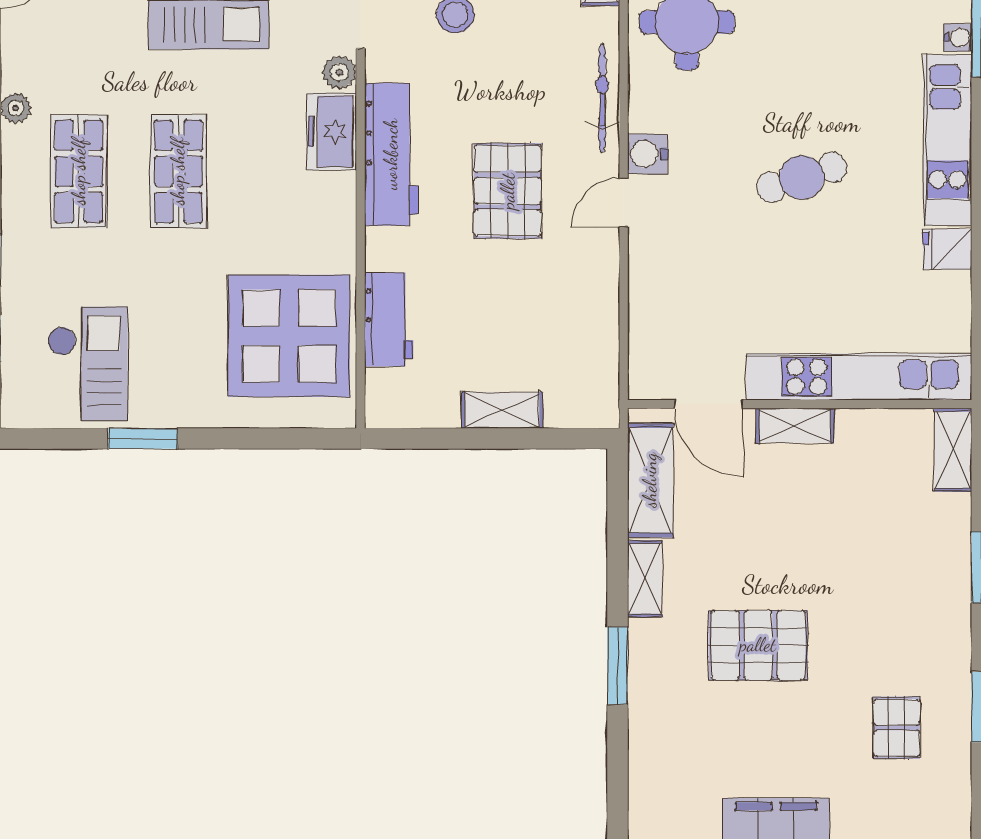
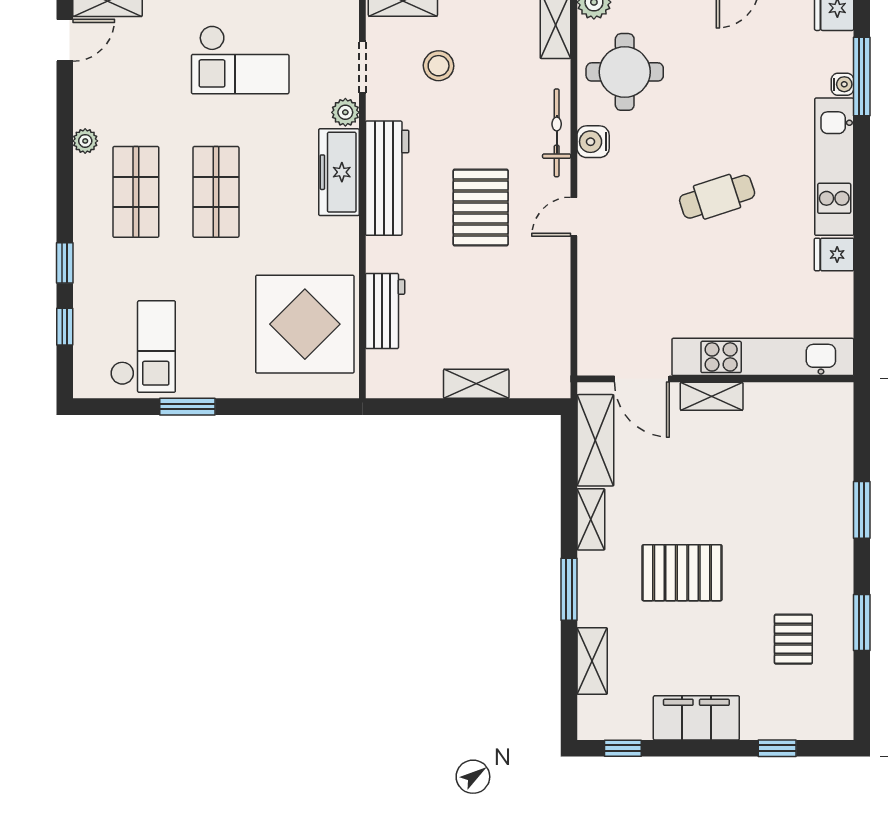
freezer: (331, 131) -> (339, 172), width x1.40
water cooler: (648, 154) -> (593, 142), moved
shelving: (953, 450) -> (592, 661), moved

